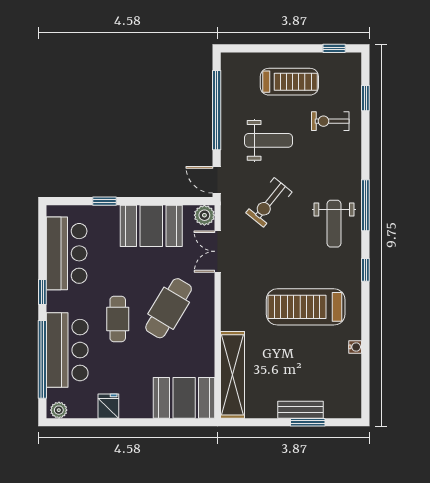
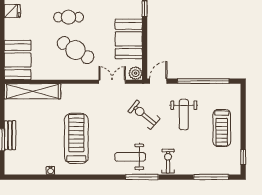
window: (365, 98) -> (211, 177), width x2.17
exercise bike: (330, 121) -> (168, 161), moved
window: (365, 270) -> (100, 177), removed

